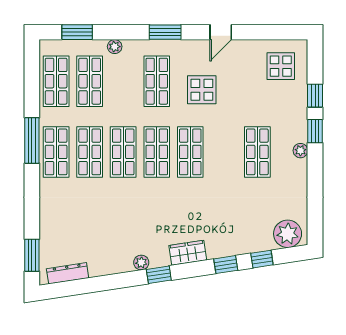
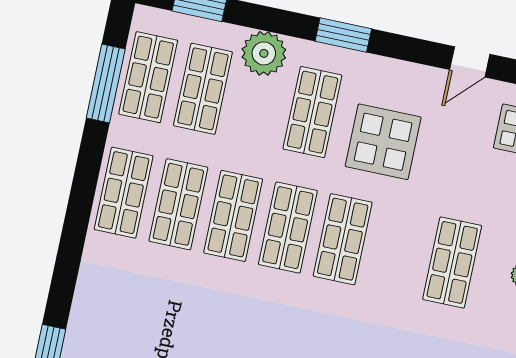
door: (221, 32) -> (470, 62), moved
plant: (115, 47) -> (264, 53), width x1.88, depth x1.88
display table: (202, 90) -> (383, 142), width x1.36, depth x1.36
window: (32, 140) -> (106, 83), moved

